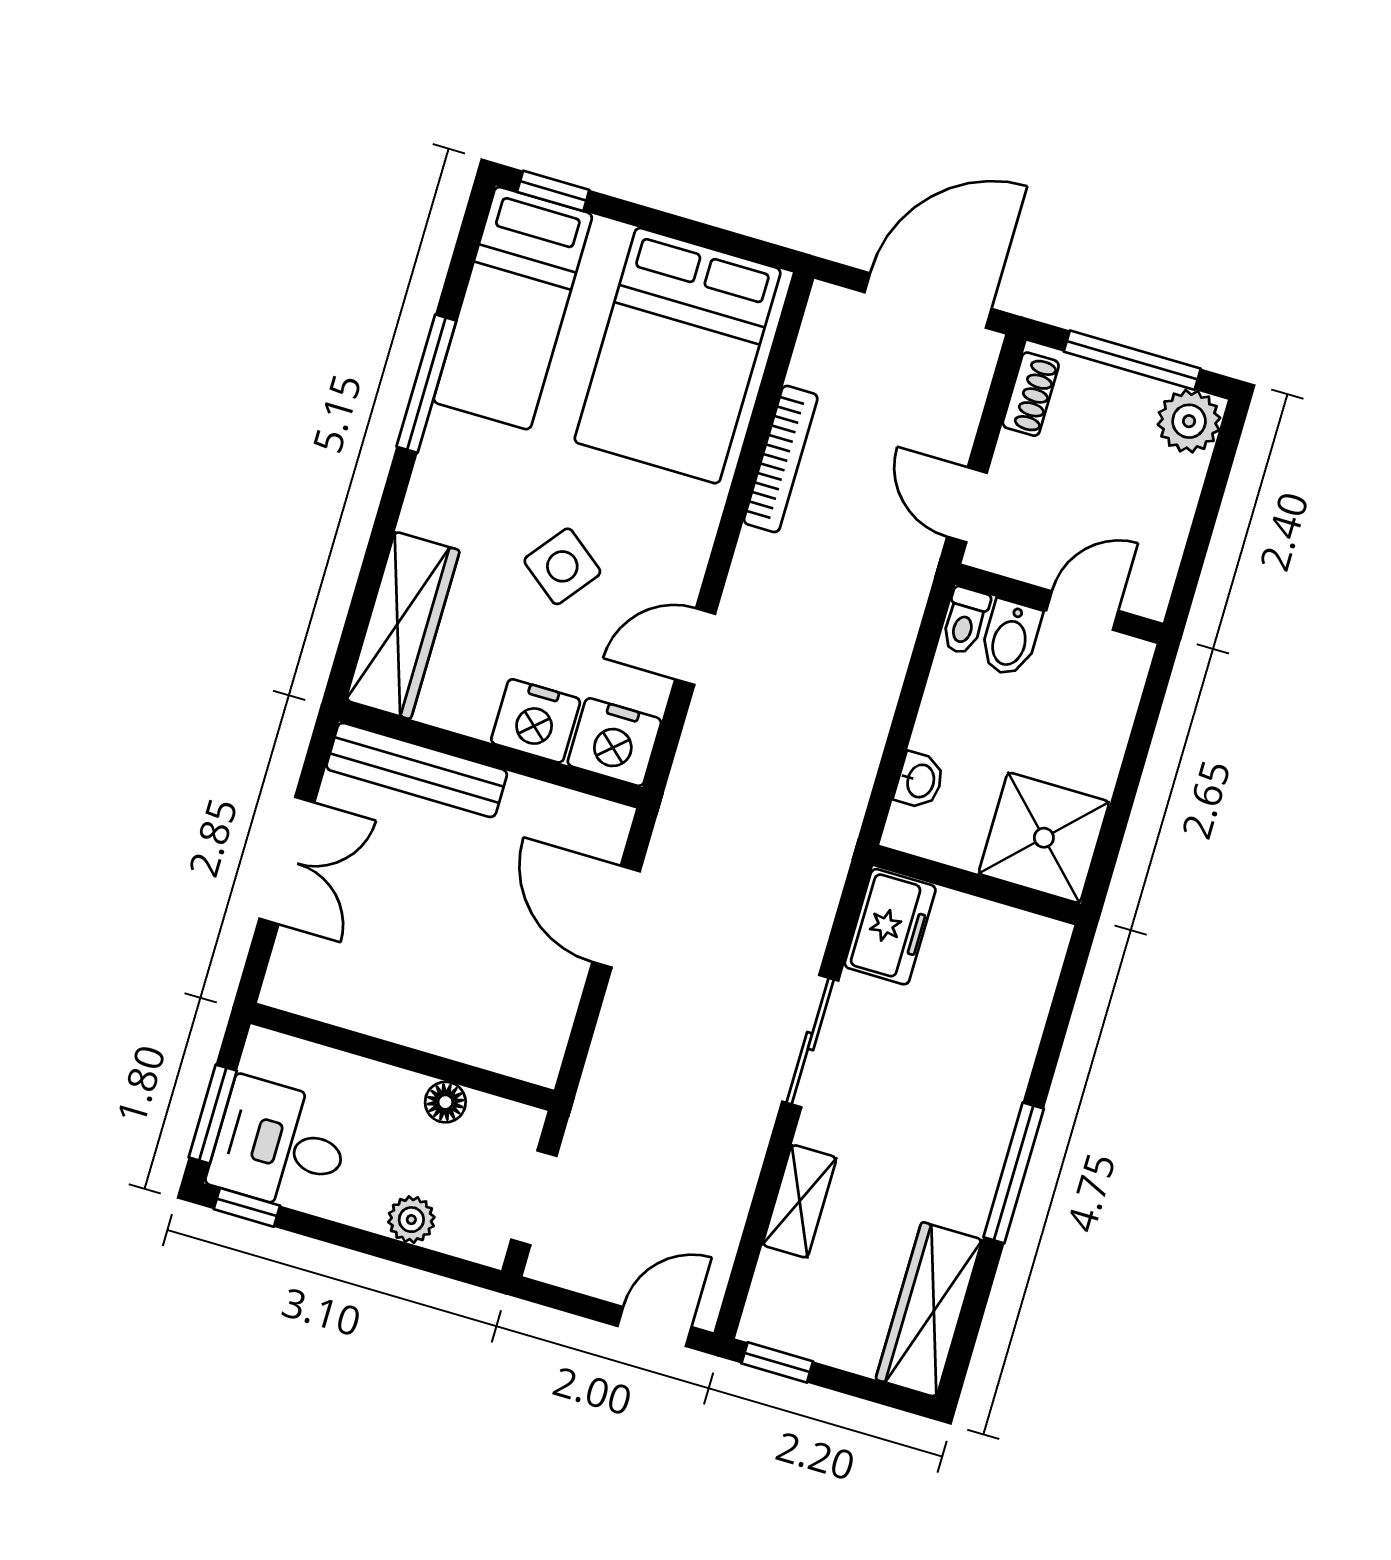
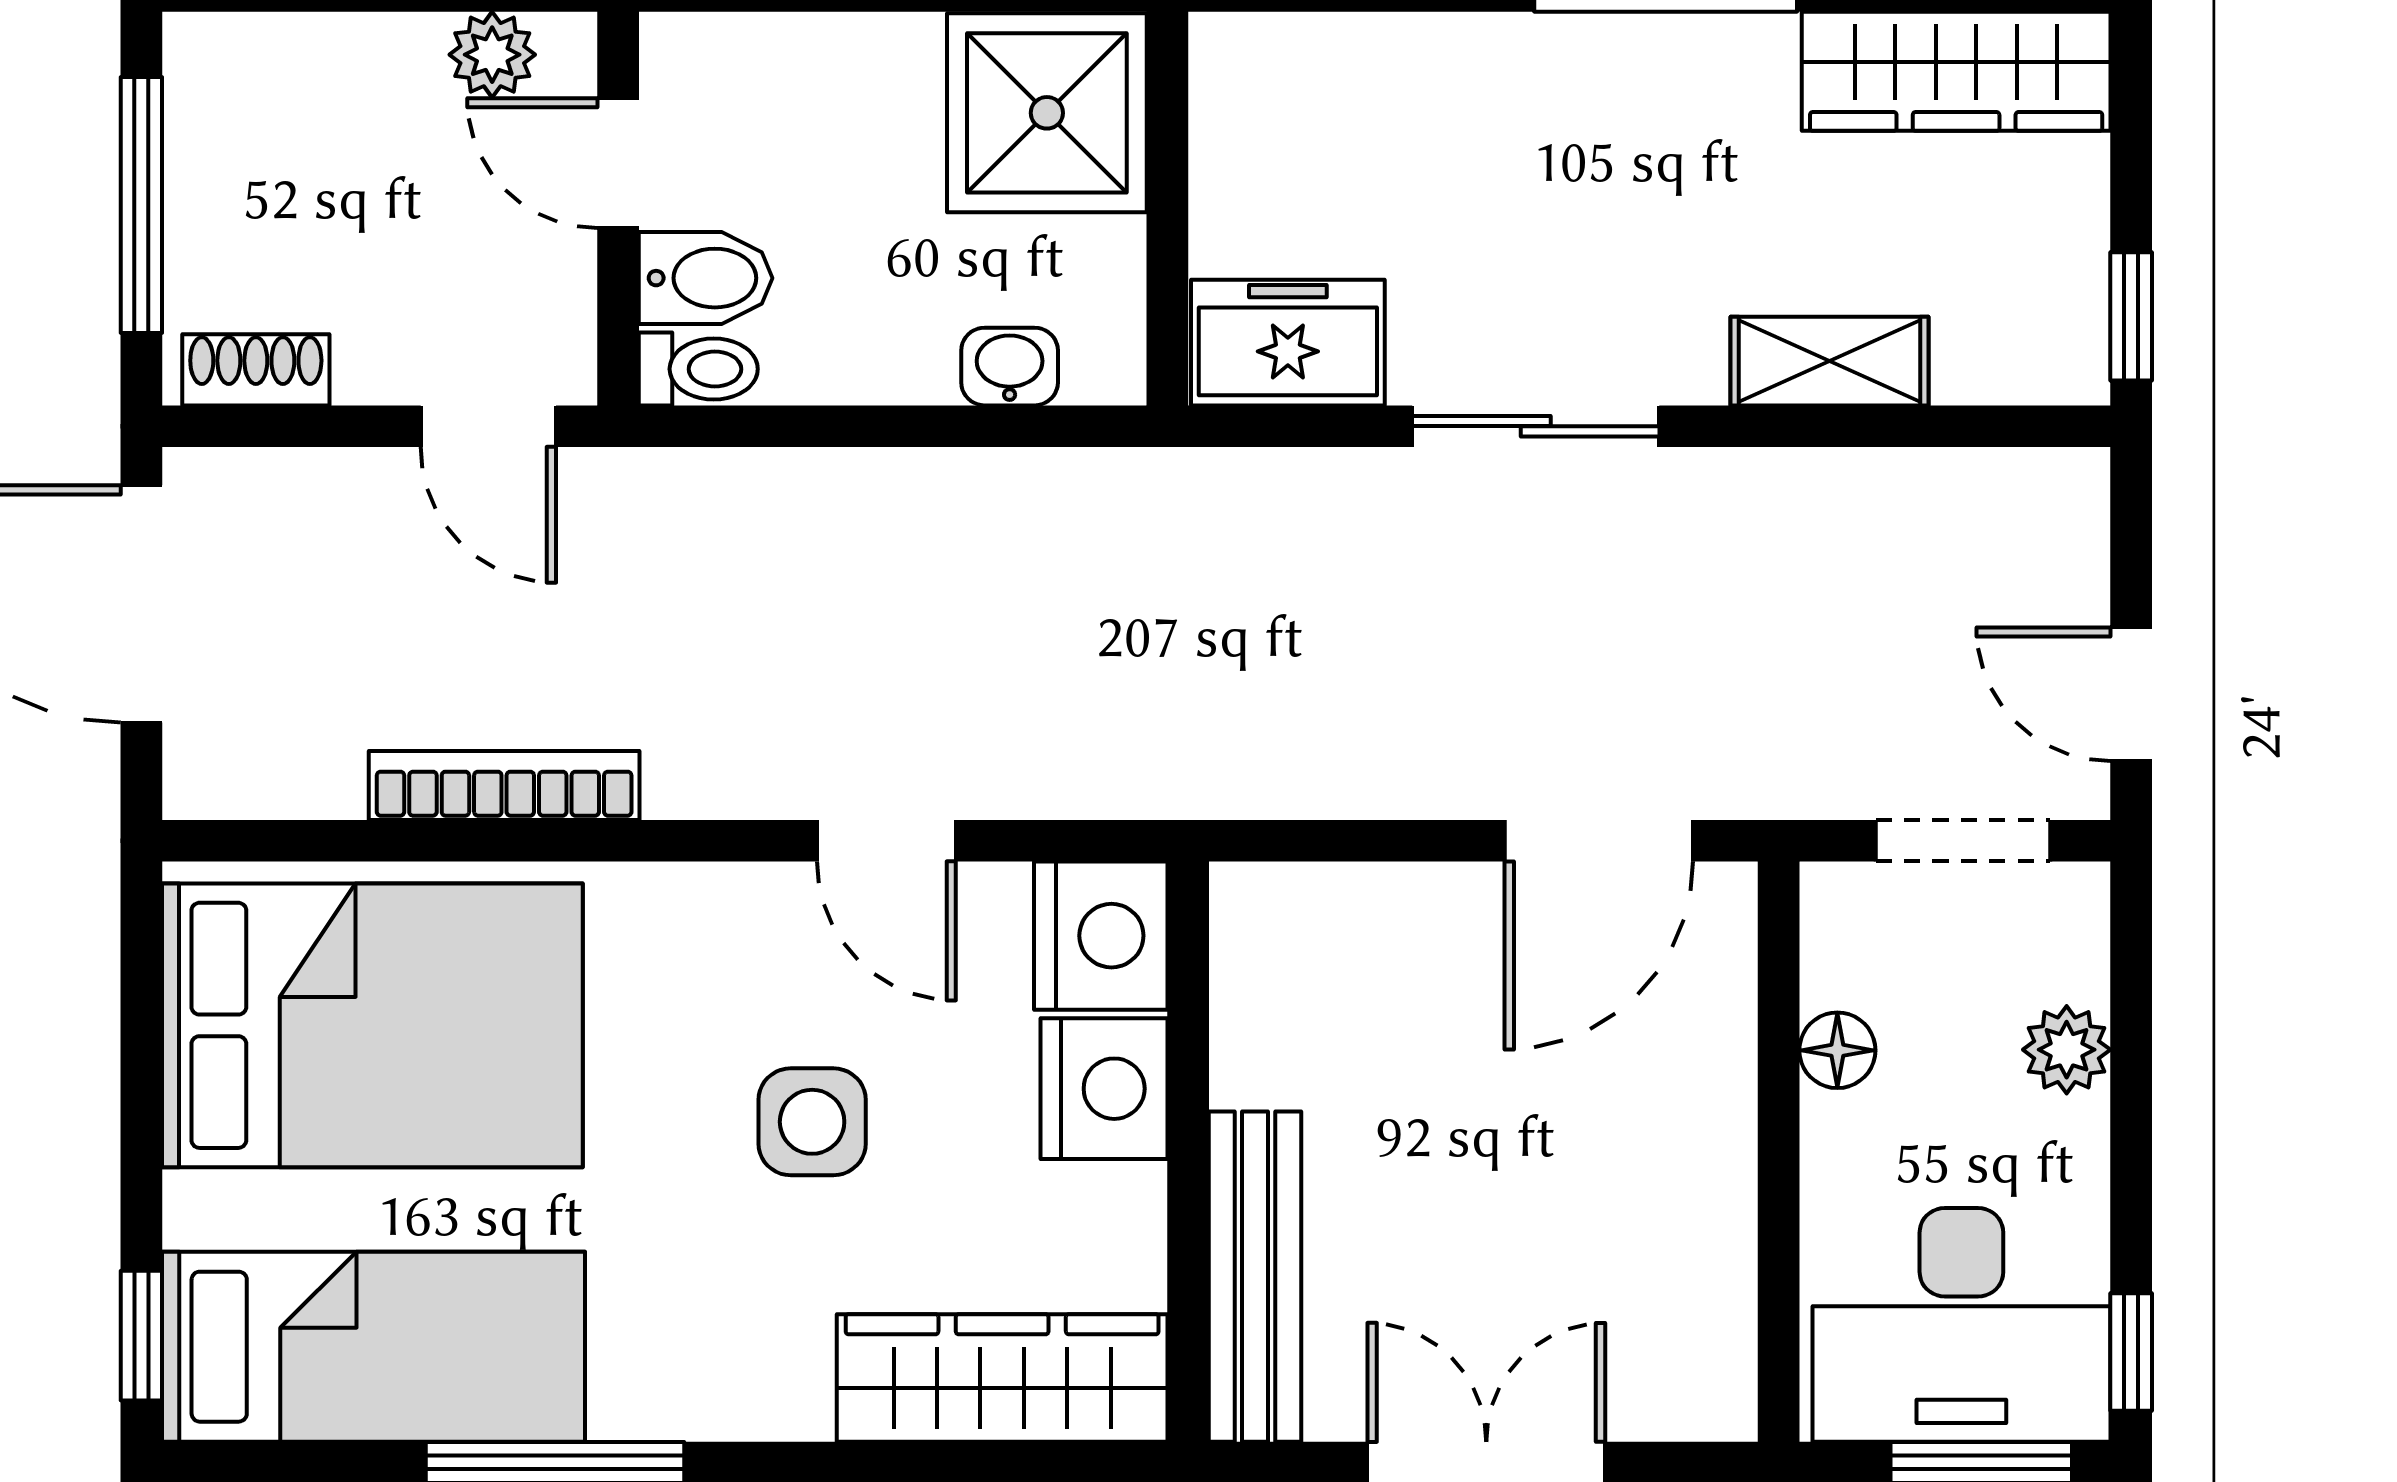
plant: (1189, 421) -> (492, 55), moved, width x0.73, depth x0.73
door: (967, 505) -> (488, 426), hinge flipped
side table: (562, 566) -> (812, 1122), turned -38
door: (616, 917) -> (1599, 841), moved
desk: (280, 1145) -> (1961, 1325), width x1.37
door: (654, 1327) -> (2131, 694), moved

